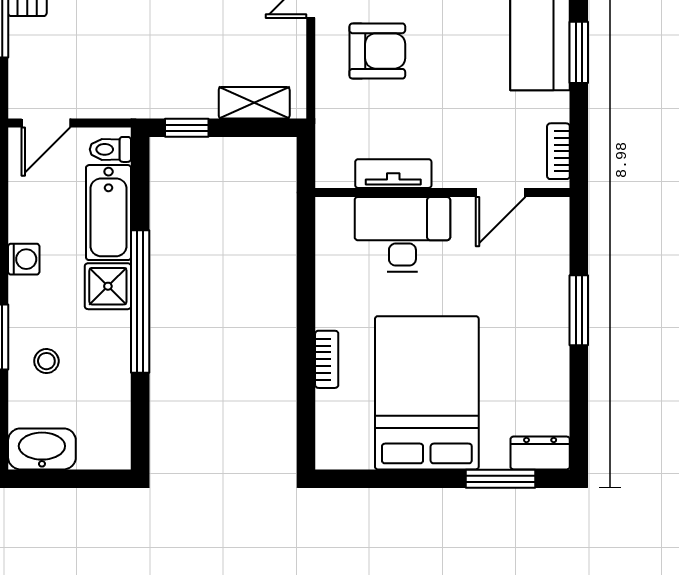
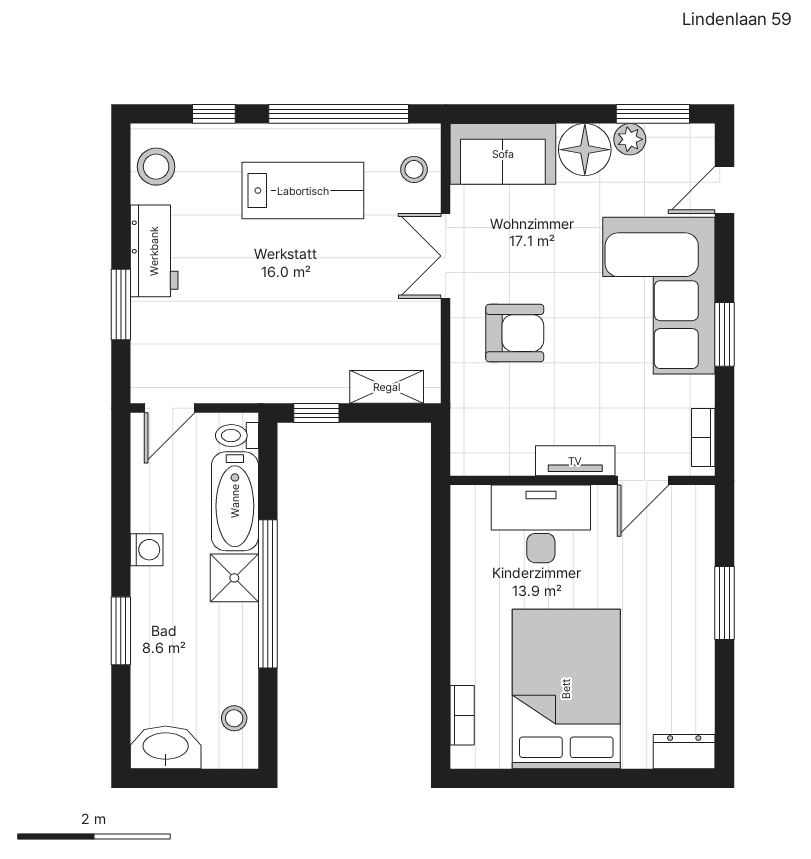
tv unit: (393, 174) -> (575, 461), moved
bookcase: (327, 359) -> (462, 715), moved
stool: (46, 361) -> (234, 718), moved
window: (501, 479) -> (643, 778), removed

